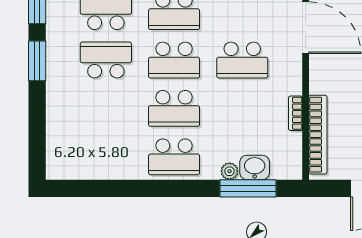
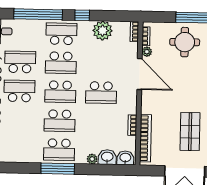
washbasin: (285, 168) -> (125, 158), added
window: (248, 188) -> (58, 169), moved

